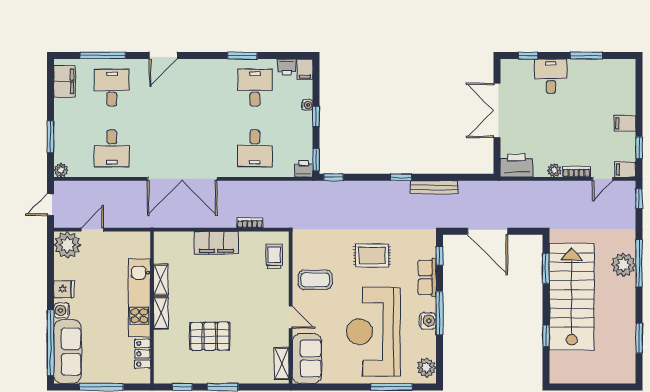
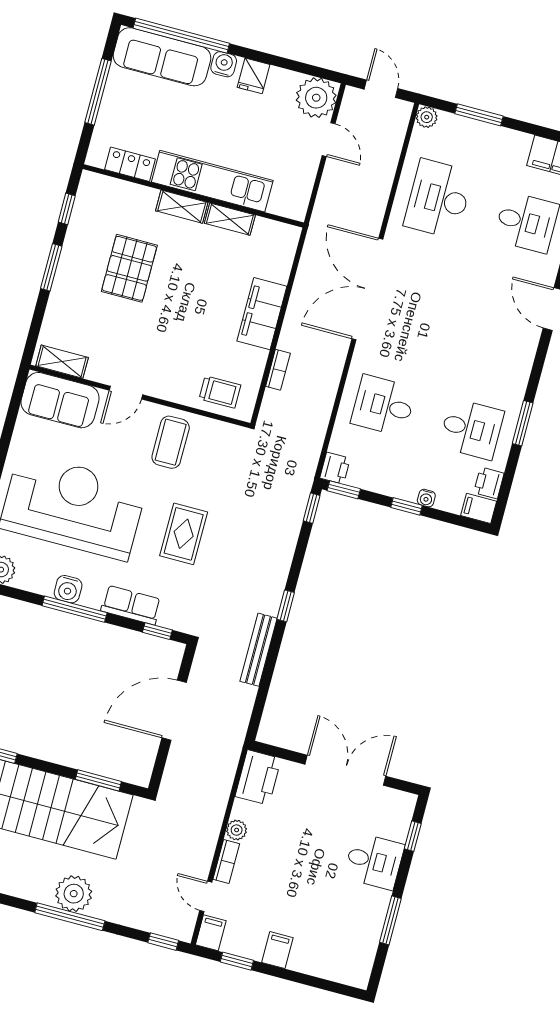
desk: (112, 148) -> (438, 199), width x1.37

